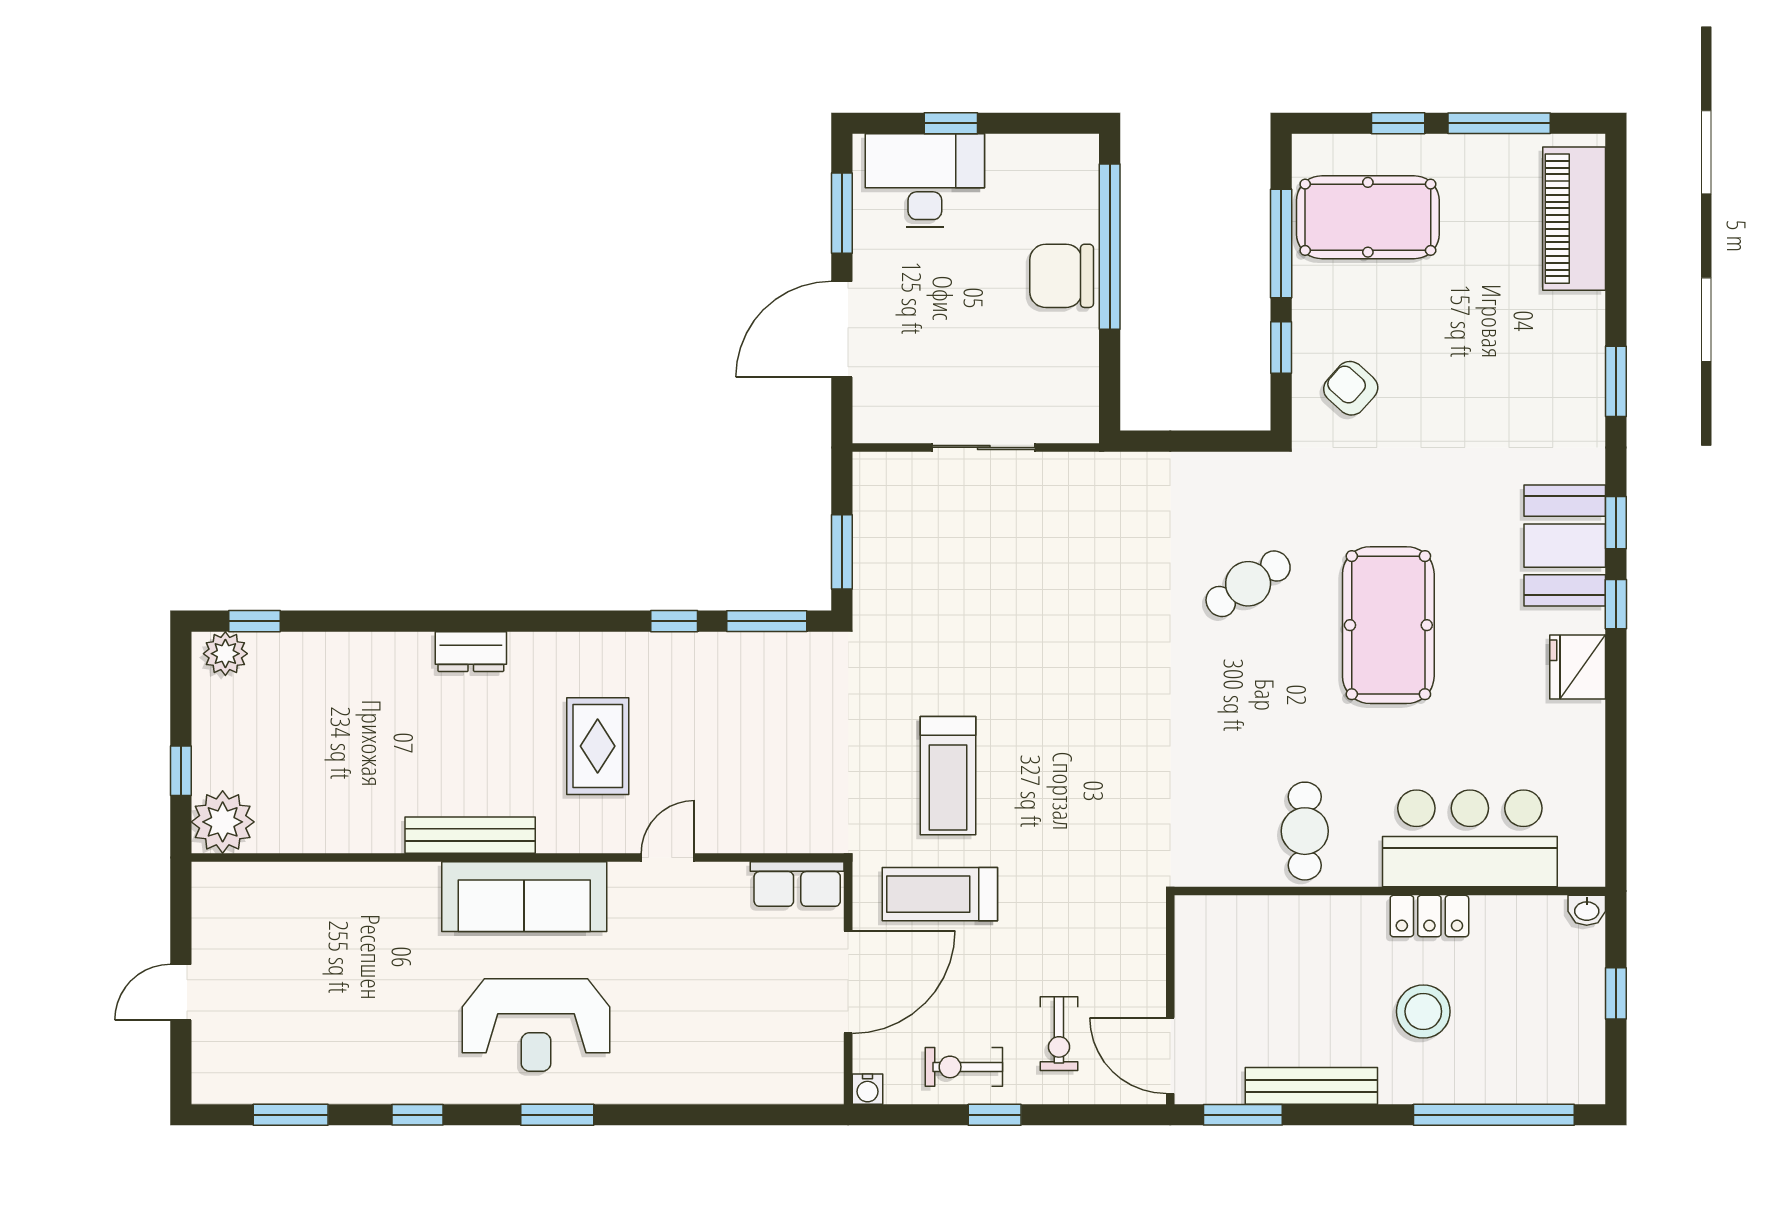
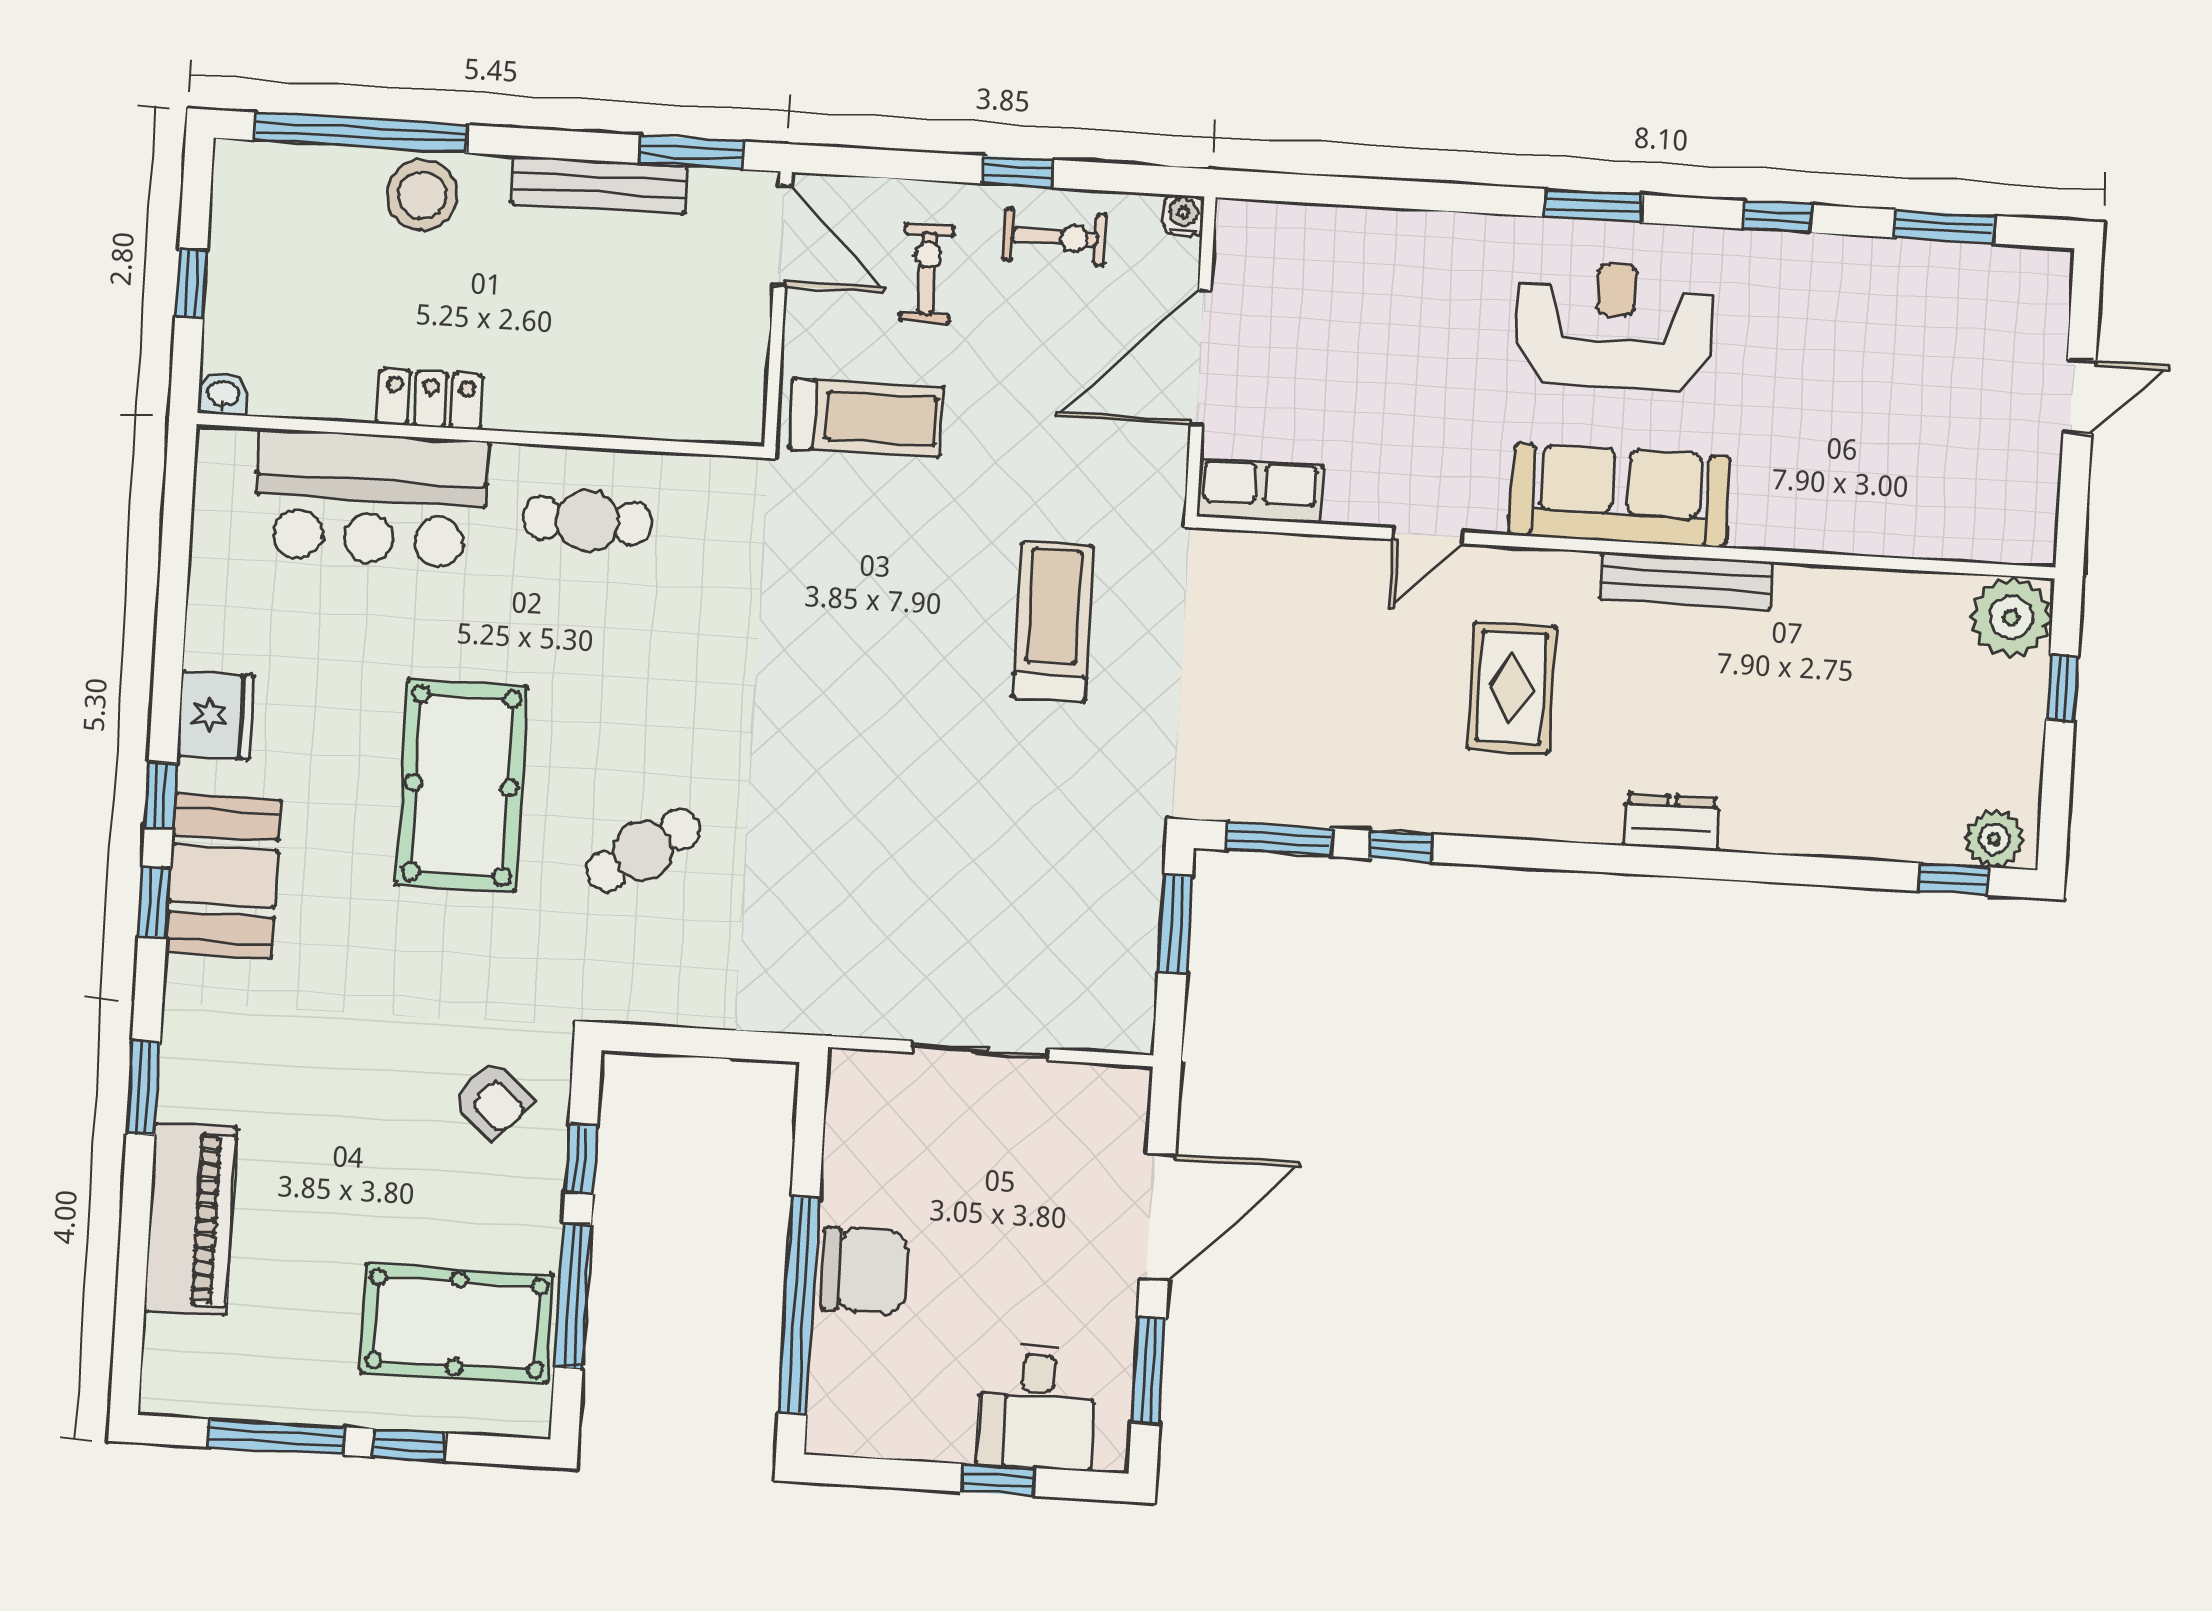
desk: (925, 180) -> (1037, 1407), width x0.73
piano: (1574, 219) -> (191, 1219), moved
cafe table: (1305, 831) -> (588, 521), turned 90
treadmill: (940, 894) -> (866, 418), moved
stool: (1423, 1011) -> (422, 195), moved

